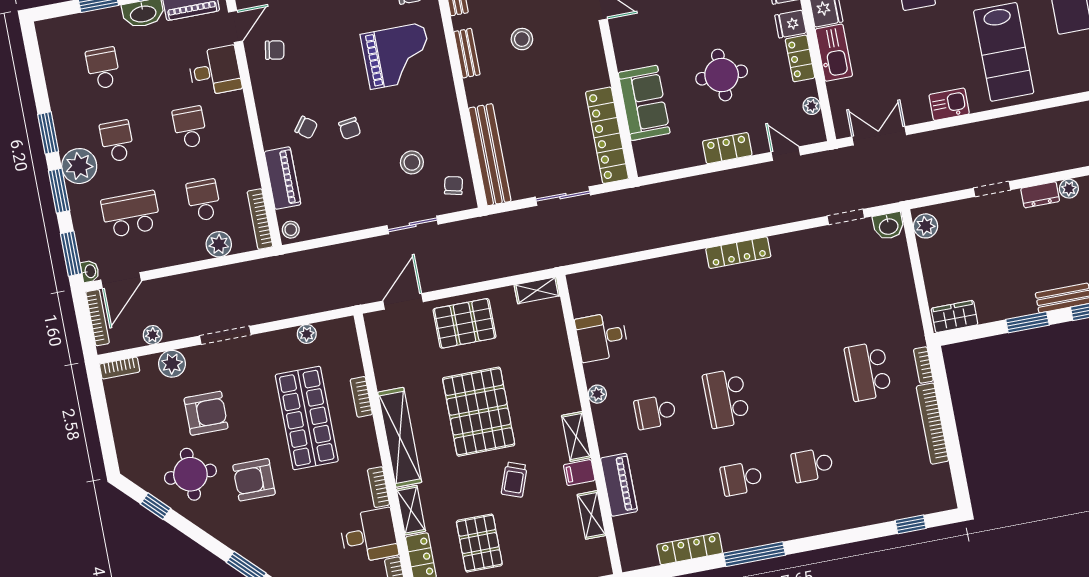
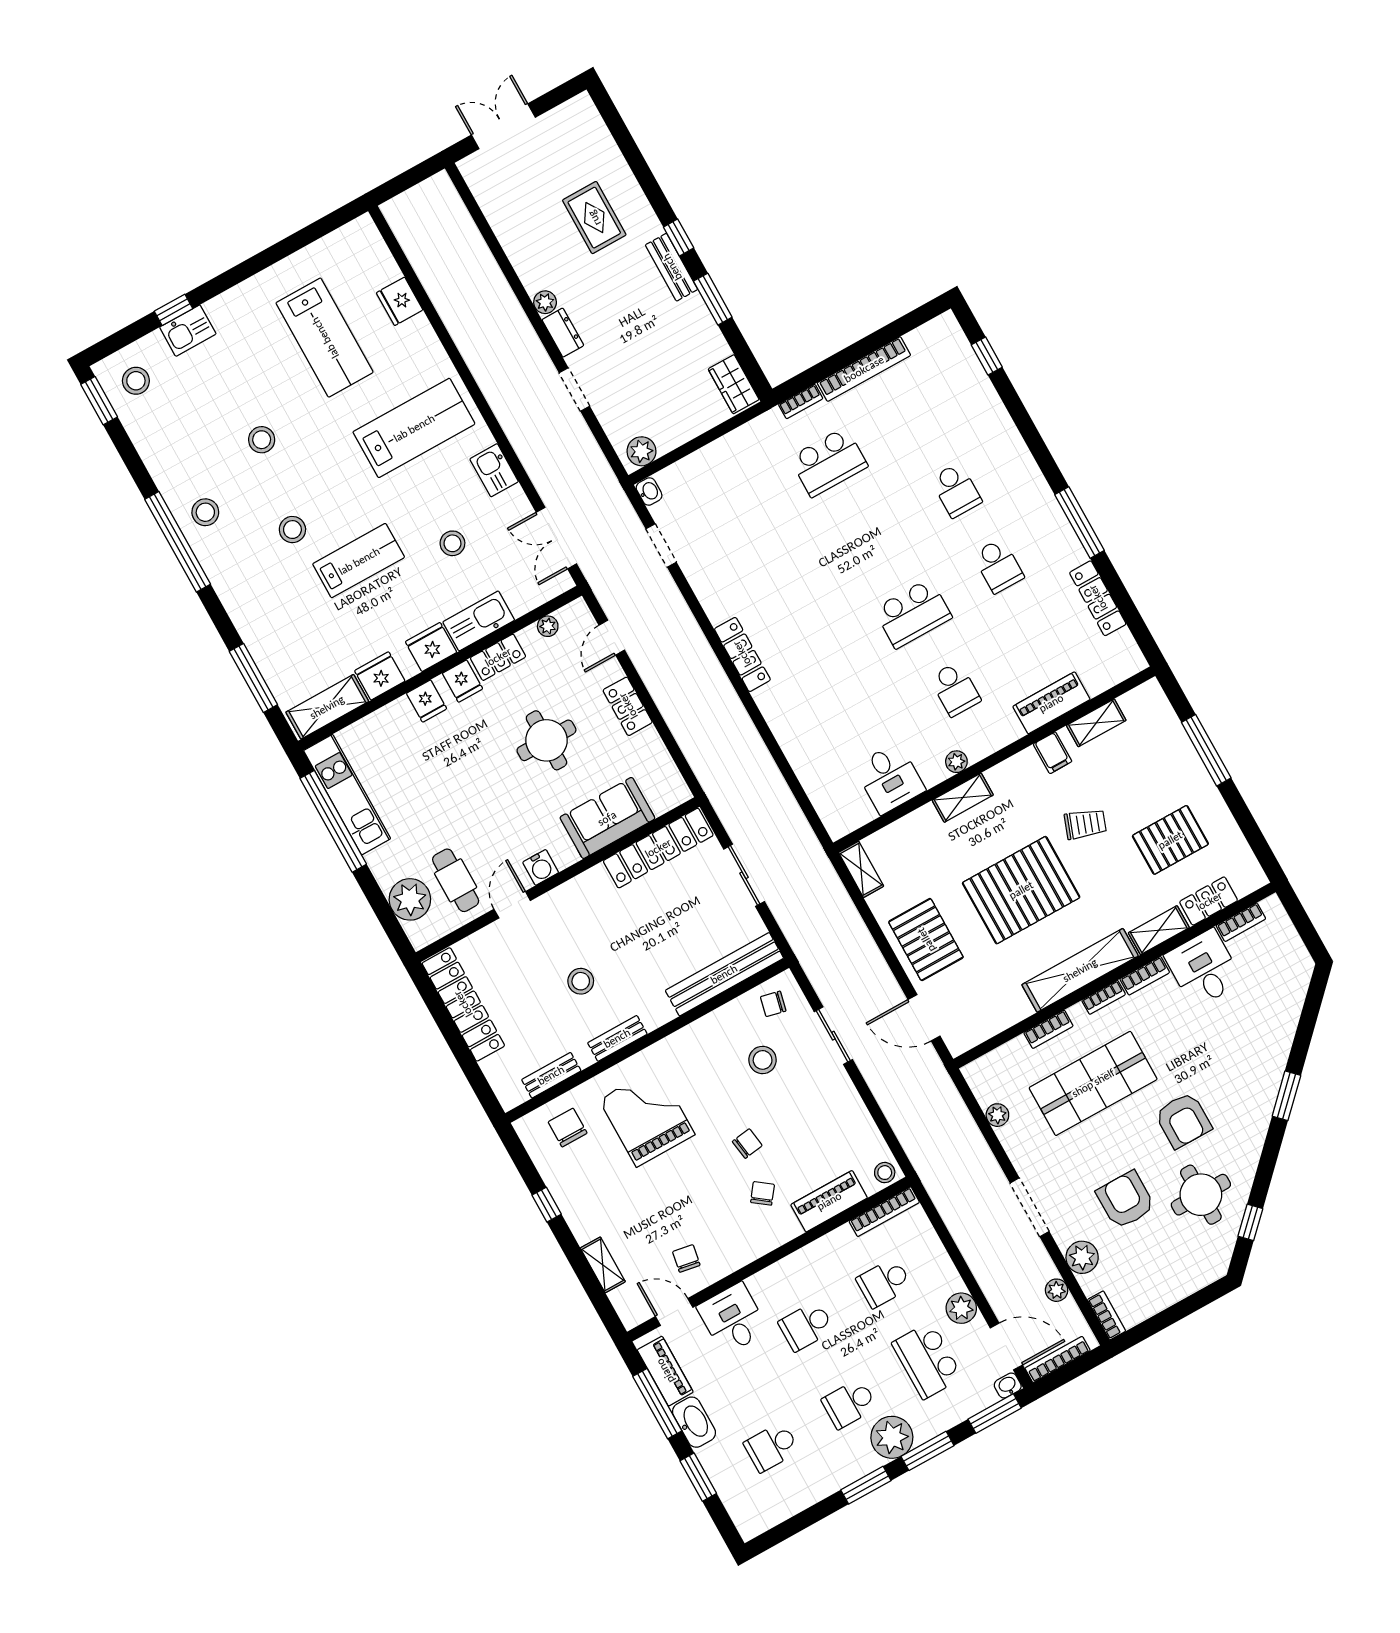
water cooler: (622, 37) -> (541, 867), added
stool: (902, 52) -> (452, 543), added
washbasin: (889, 226) -> (649, 491), width x0.72, depth x0.69
plant: (219, 244) -> (961, 1308), moved
shelving: (576, 436) -> (963, 798), moved
bookcase: (372, 449) -> (1104, 997), added

